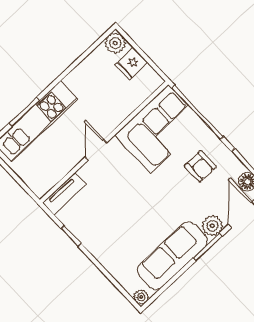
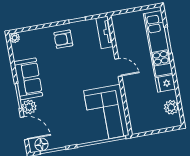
plant: (115, 43) -> (171, 107), moved
fridge: (131, 64) -> (165, 83), moved, turned -90
armchair: (200, 166) -> (63, 39), moved
sofa: (172, 256) -> (28, 79), width x0.73

